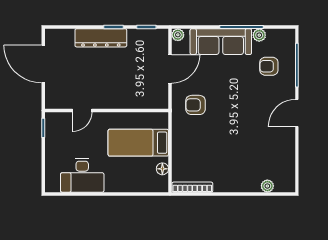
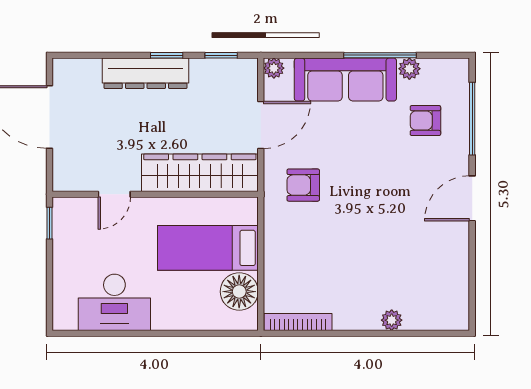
wardrobe: (133, 98) -> (200, 173), added
floor lamp: (162, 169) -> (239, 292), width x1.89, depth x1.89
plant: (267, 186) -> (392, 320), moved

